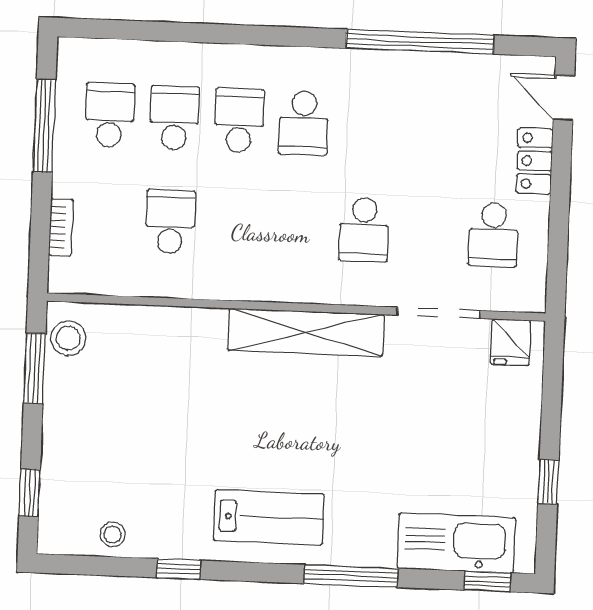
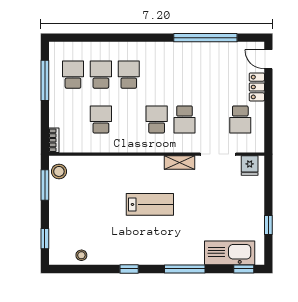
school desk: (304, 123) -> (157, 119), moved, turned 180
bookcase: (61, 227) -> (54, 140), moved
shelving: (306, 332) -> (179, 163), width x0.45, depth x0.75
lab bench: (269, 517) -> (150, 204), moved
window: (179, 569) -> (129, 269), moved

